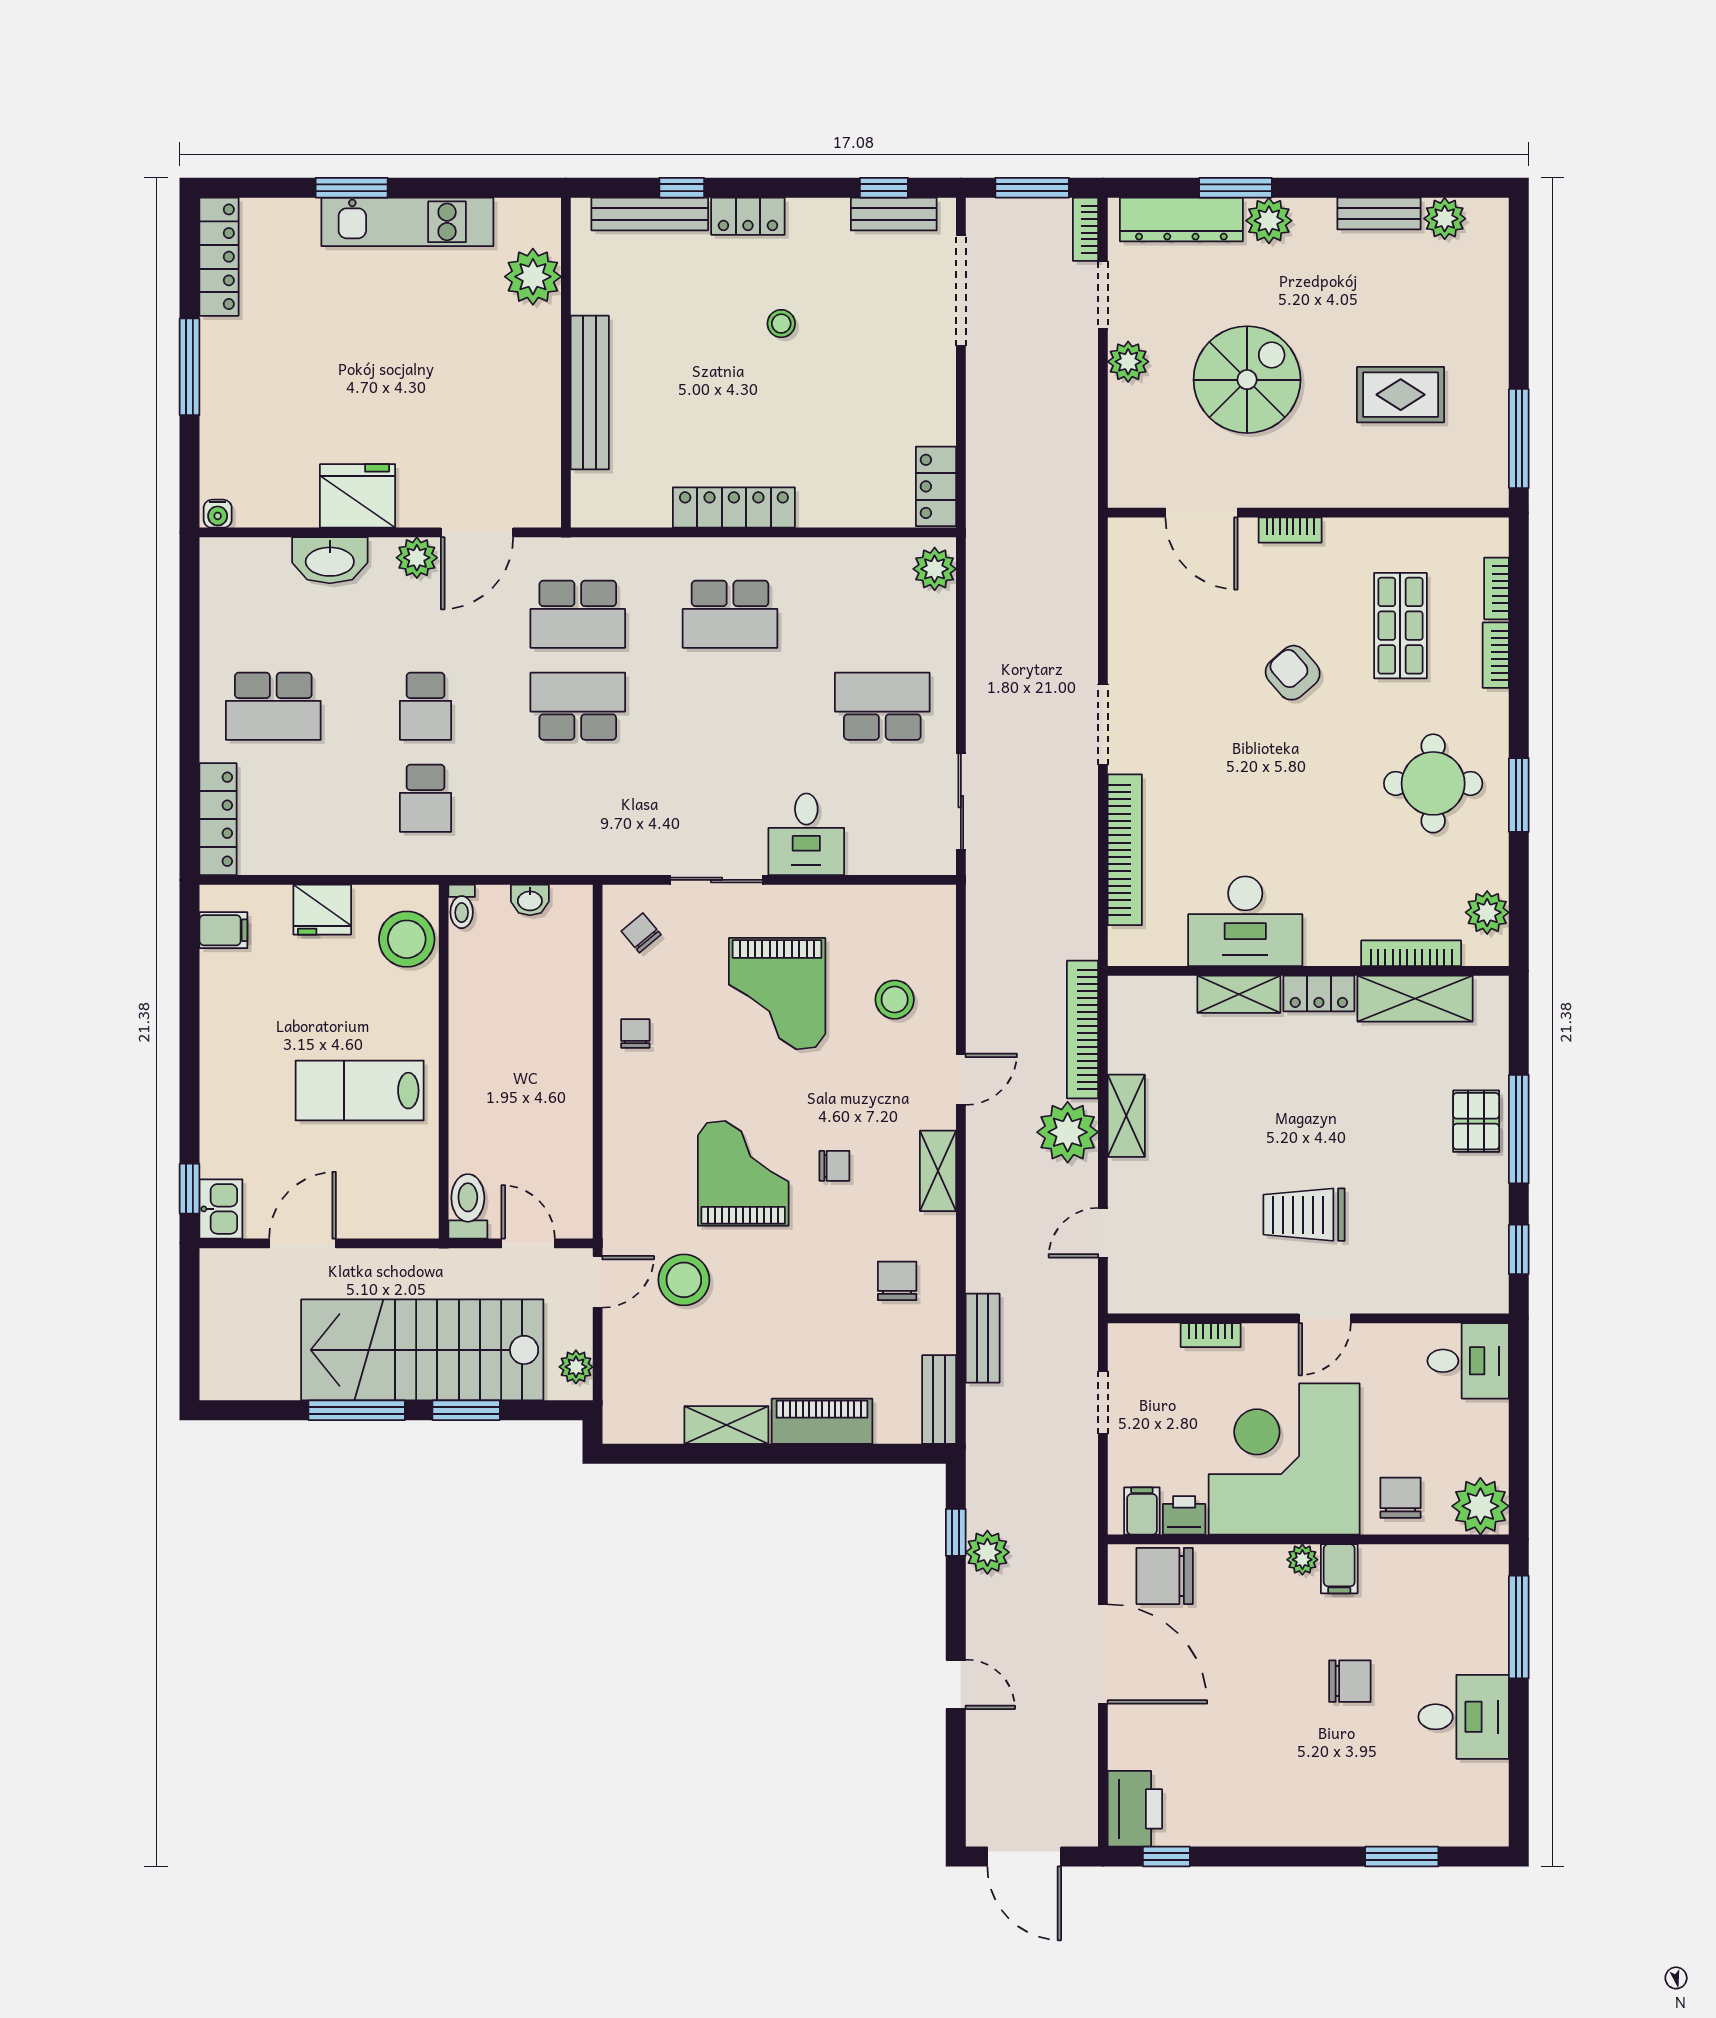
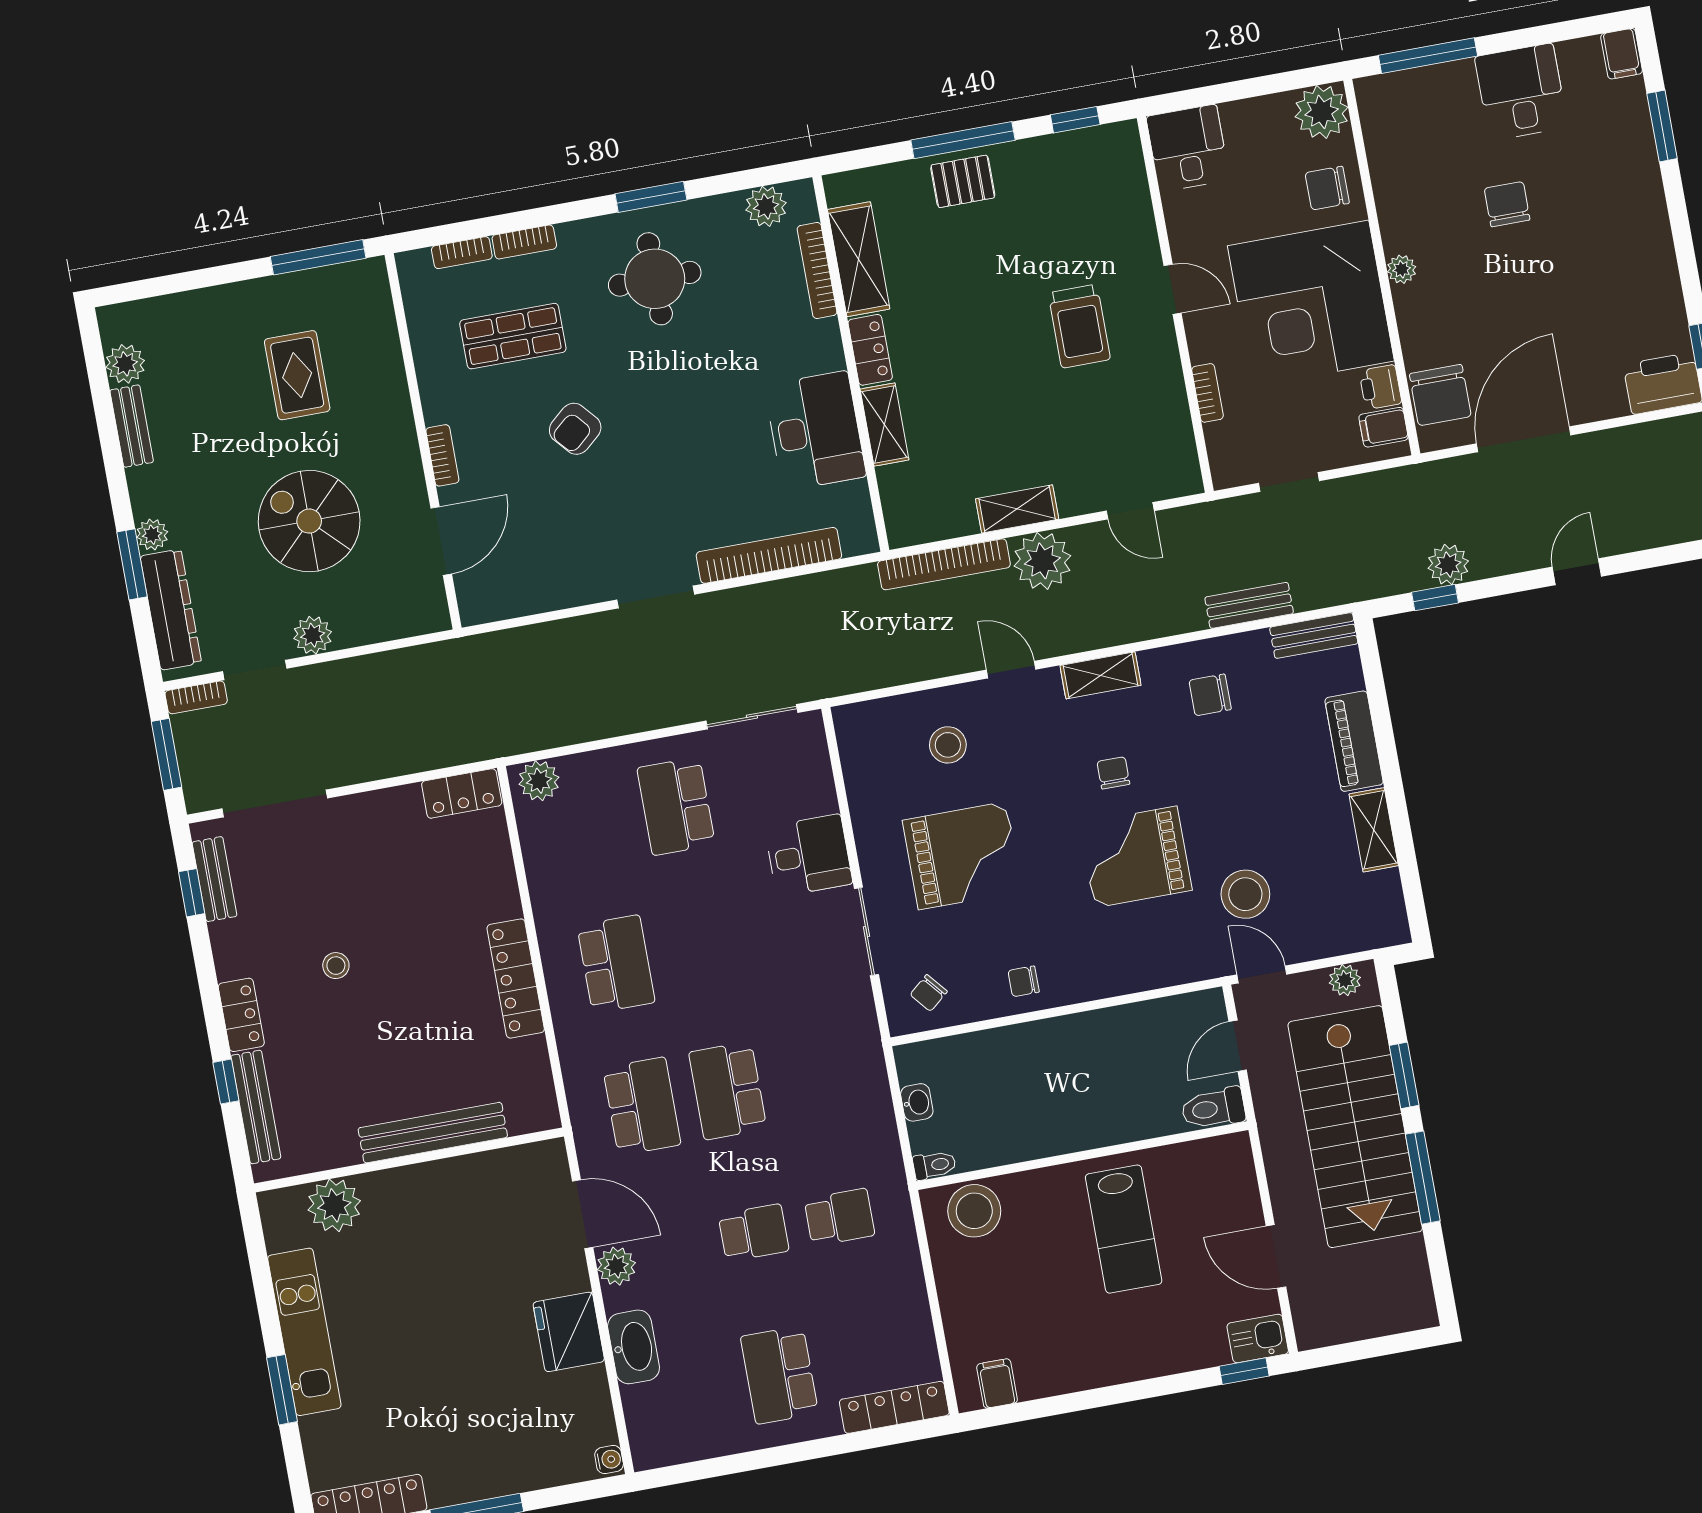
plant: (1269, 221) -> (152, 535), width x0.73, depth x0.73
school desk: (273, 706) -> (779, 1375), turned 180
fridge: (322, 910) -> (961, 1295), removed
filing cabinet: (1339, 1569) -> (1622, 54), moved, turned 90

